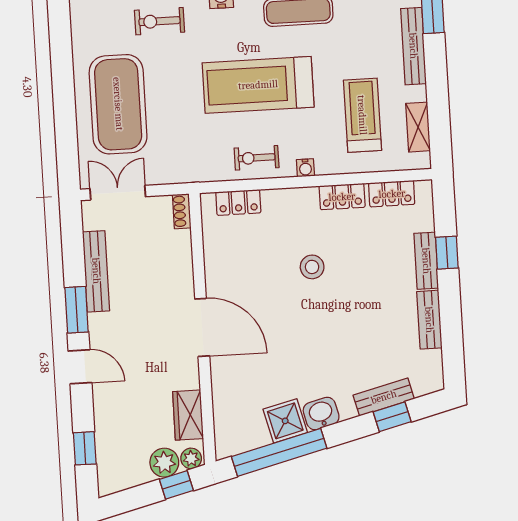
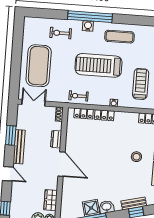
exercise bike: (257, 158) -> (79, 96), moved
locker: (342, 197) -> (104, 115), moved
stool: (312, 267) -> (136, 157), moved
bench: (96, 271) -> (19, 147), moved
dresser: (182, 271) -> (56, 139), added
window: (77, 310) -> (11, 135), moved

